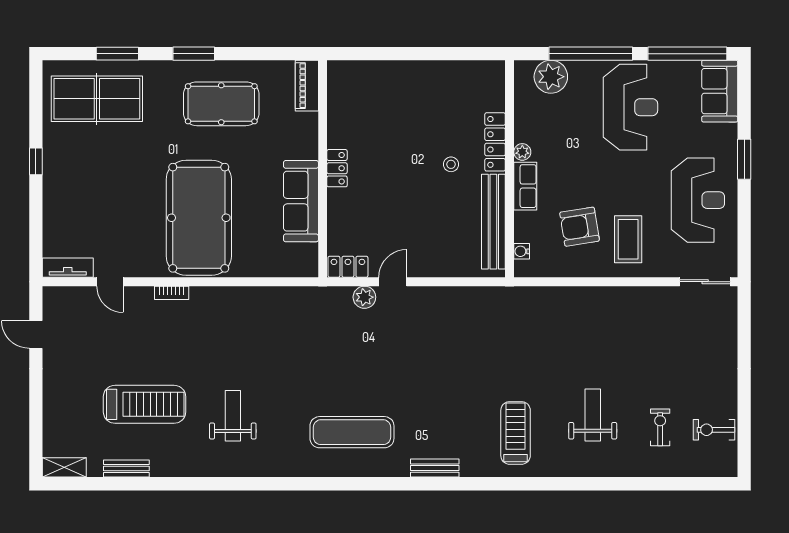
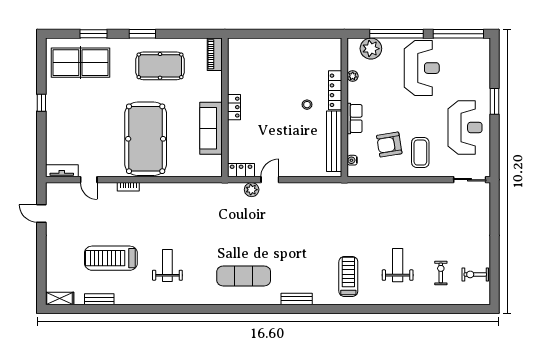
sofa: (720, 91) -> (479, 58), removed
plant: (522, 152) -> (353, 76), moved
treadmill: (145, 404) -> (111, 258), turned 180

